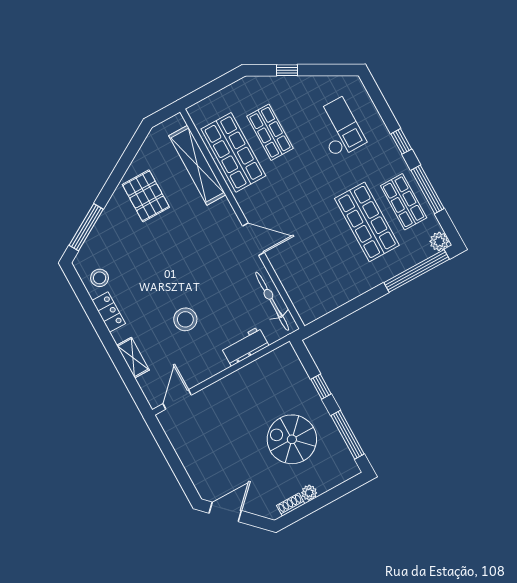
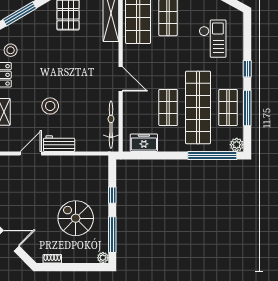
shop shelf: (367, 222) -> (198, 107), width x1.40
shop shelf: (330, 242) -> (168, 107), added
freezer: (324, 301) -> (144, 143), added
workbench: (245, 346) -> (59, 144), moved
door: (177, 399) -> (31, 153), moved
plant: (309, 493) -> (103, 258), moved

